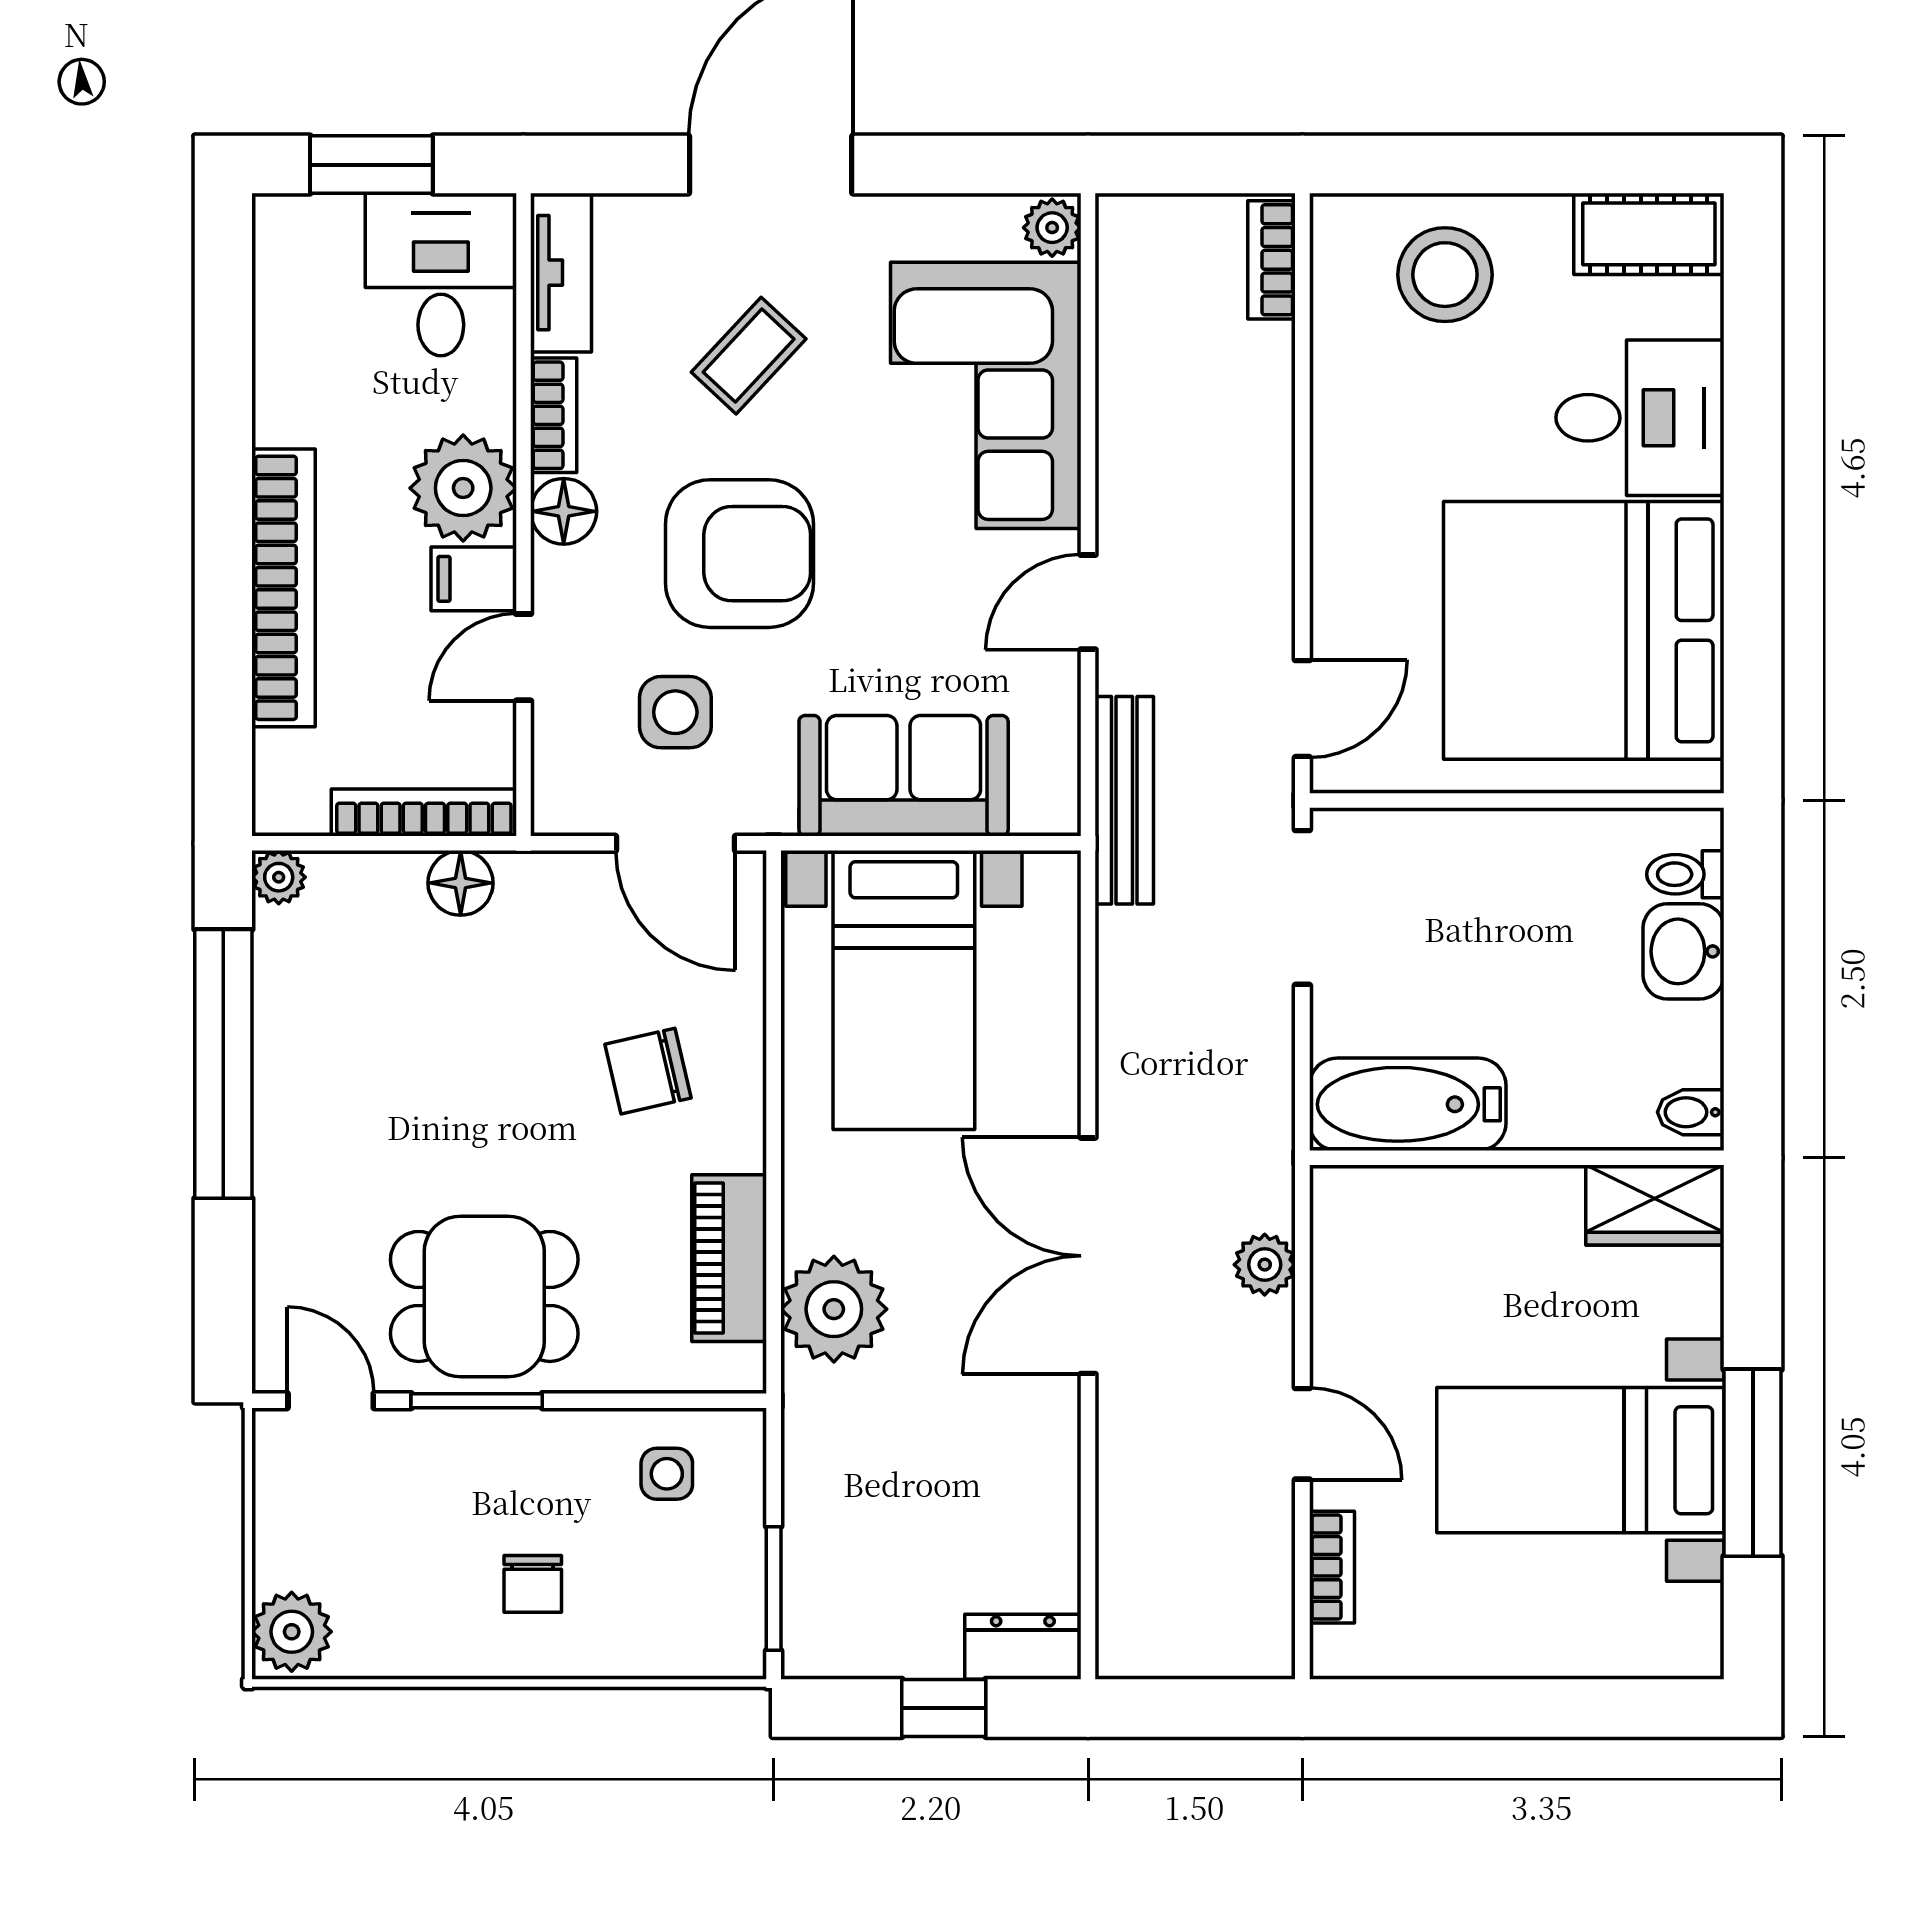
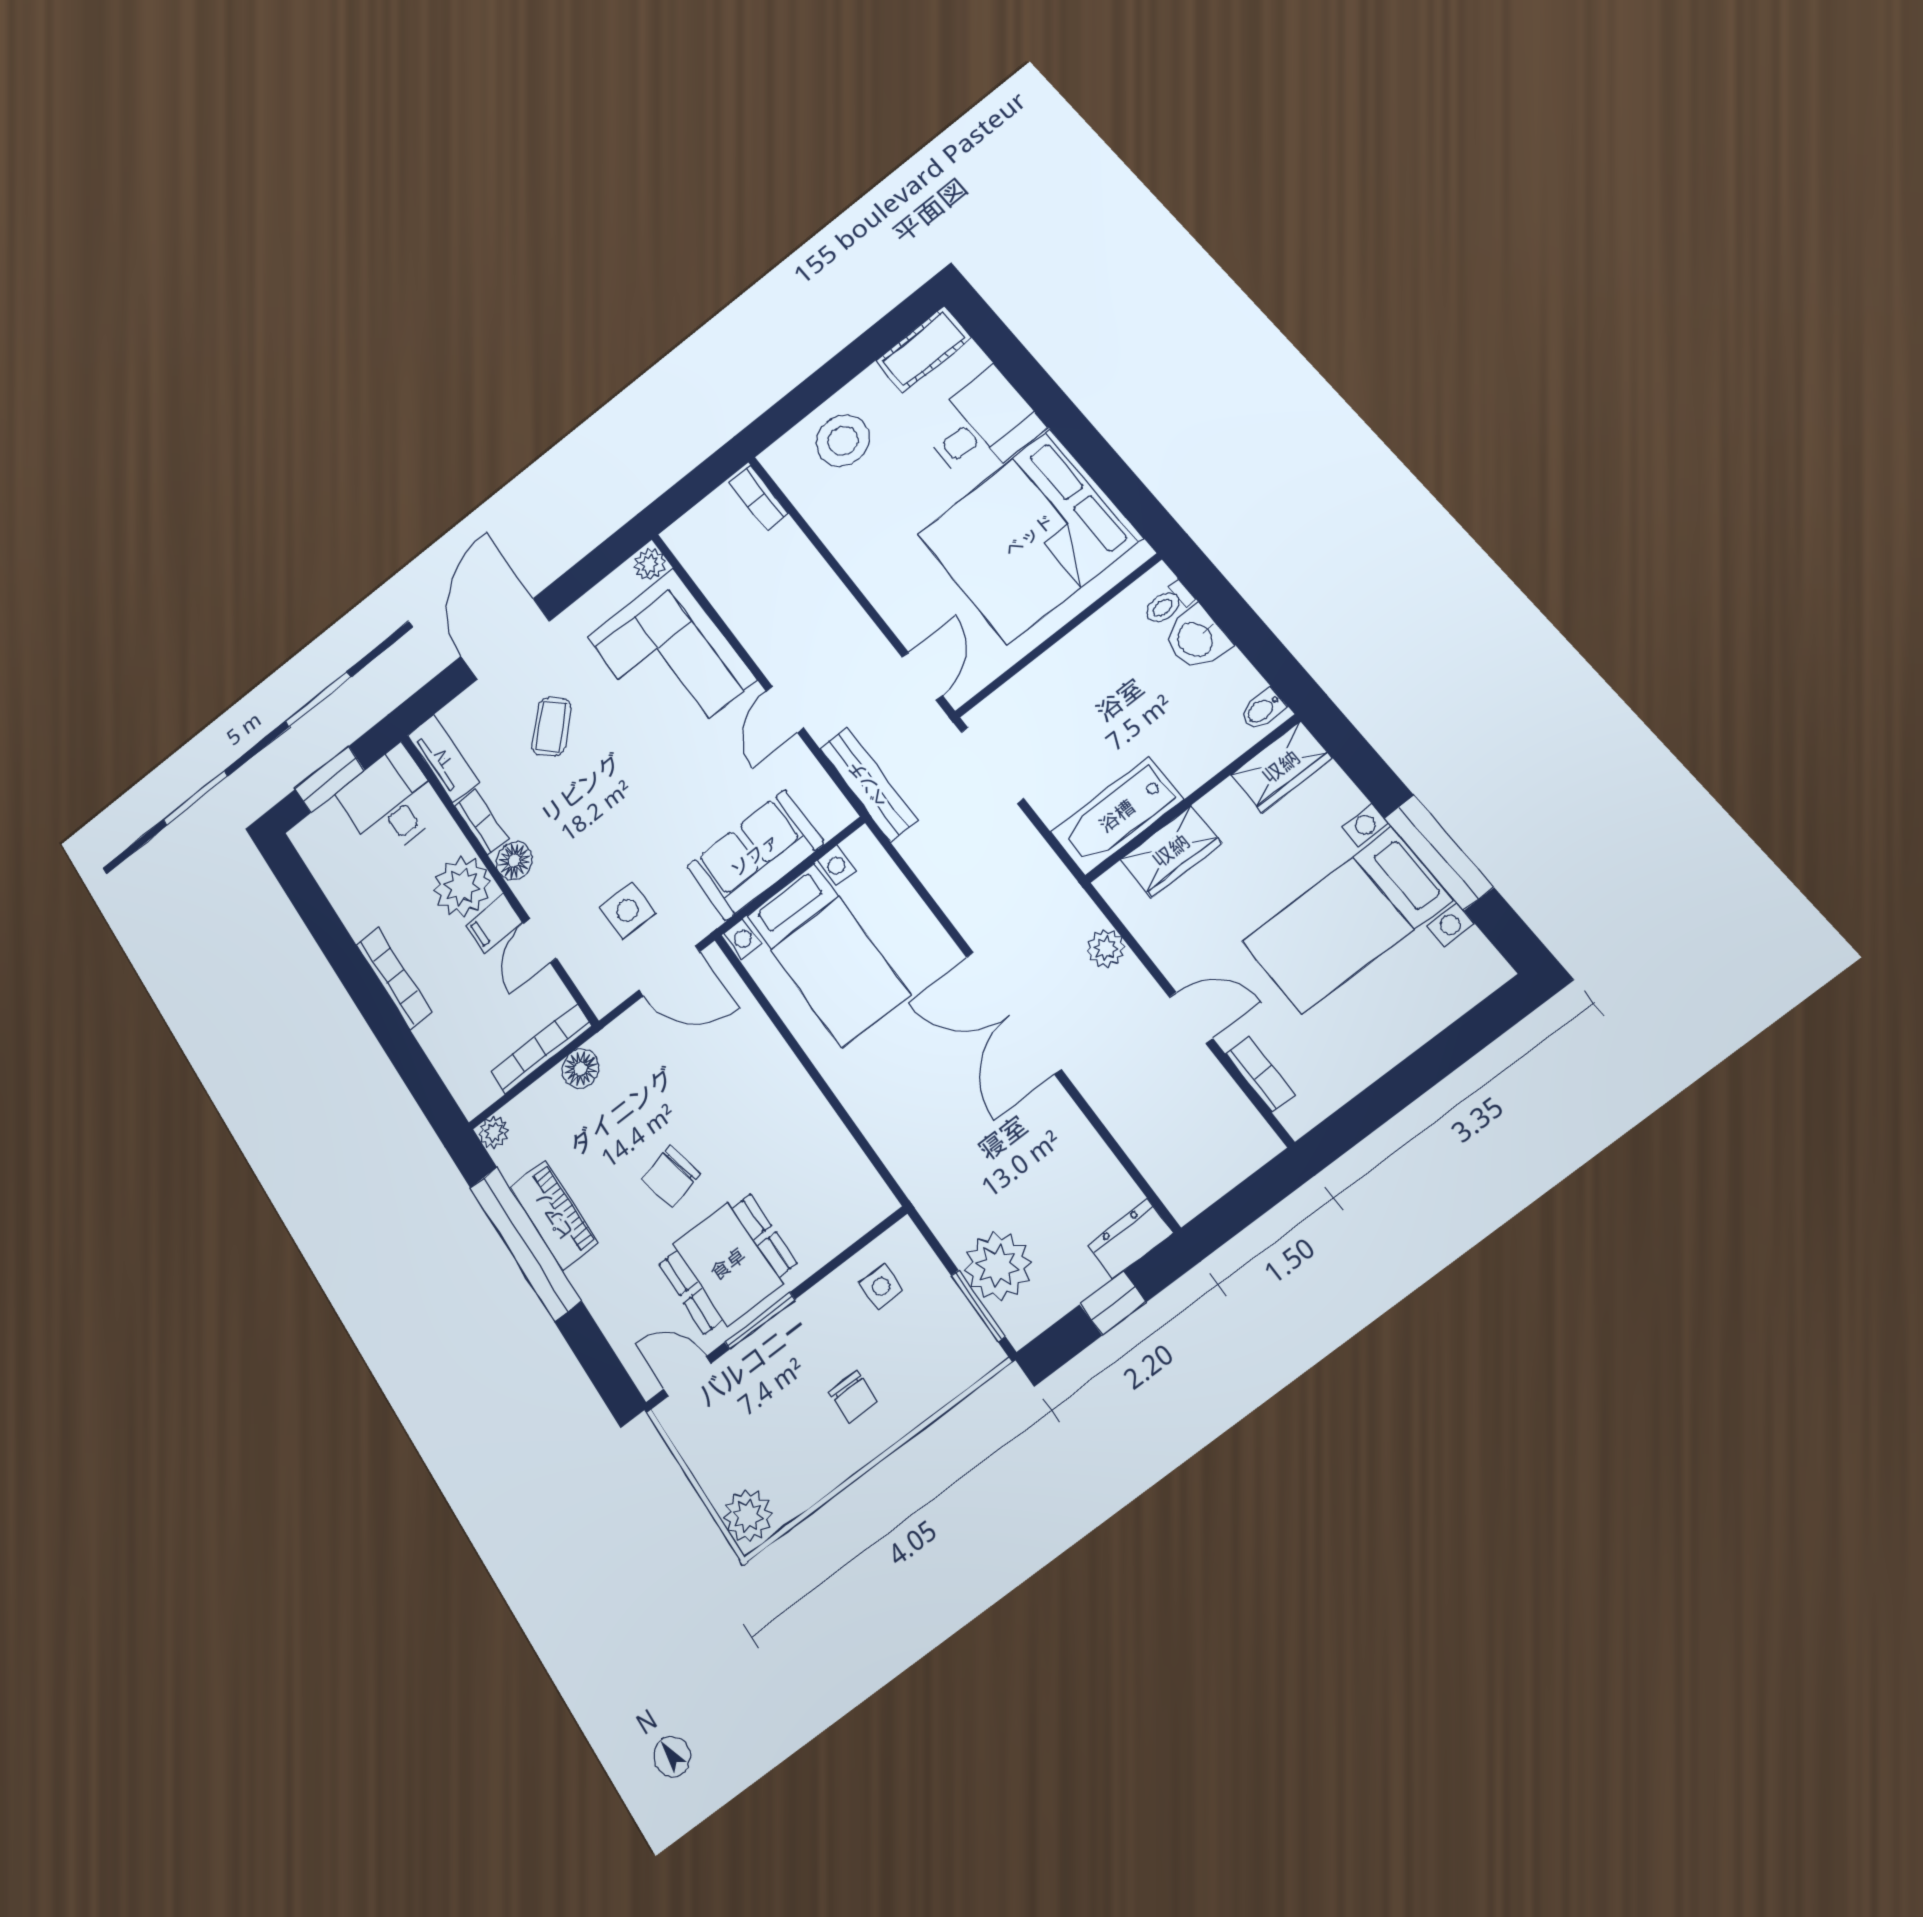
armchair: (739, 554) -> (608, 816), removed
bookcase: (284, 588) -> (393, 978), width x0.68, depth x0.76
chair: (648, 1071) -> (671, 1177), moved
wardrobe: (1439, 1205) -> (1171, 851), added
piano: (729, 1258) -> (554, 1215), moved, turned 180
plant: (834, 1309) -> (998, 1266), moved

